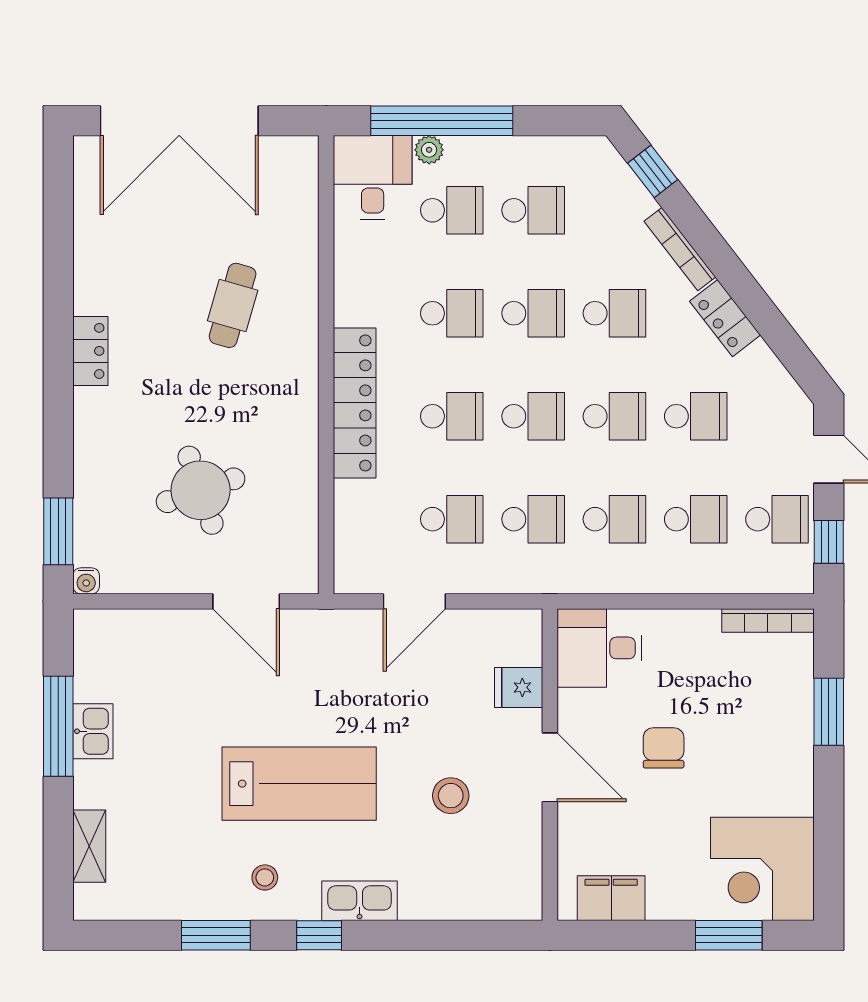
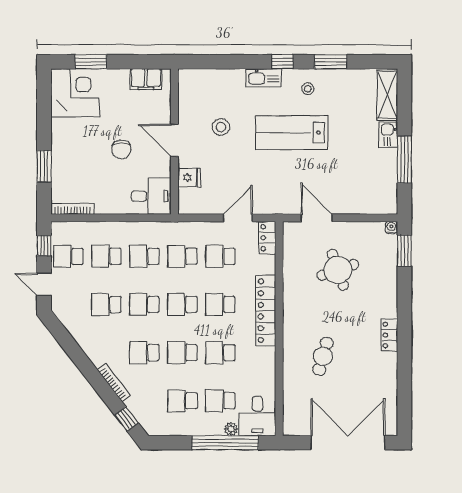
locker: (725, 318) -> (267, 238), moved, turned -142
kitchen sink: (93, 731) -> (388, 135), moved
shelving: (89, 846) -> (387, 95), width x1.50, depth x1.33

